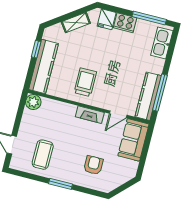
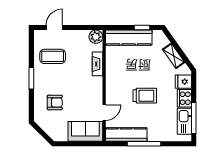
kitchen sink: (162, 43) -> (184, 121), moved, turned -90
trolley: (85, 82) -> (145, 96), moved
window: (160, 93) -> (144, 144), moved
door: (118, 114) -> (104, 113), swing flipped
fireplace: (90, 115) -> (97, 64), moved

